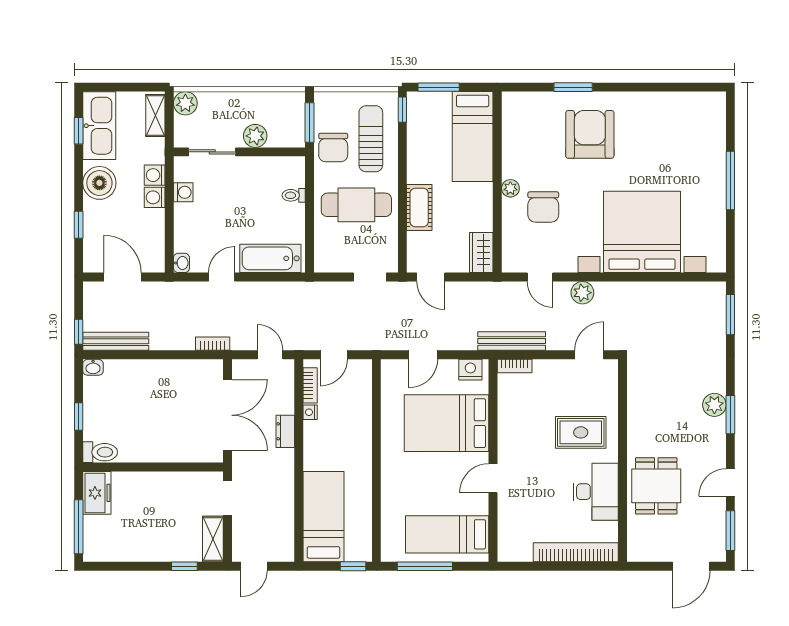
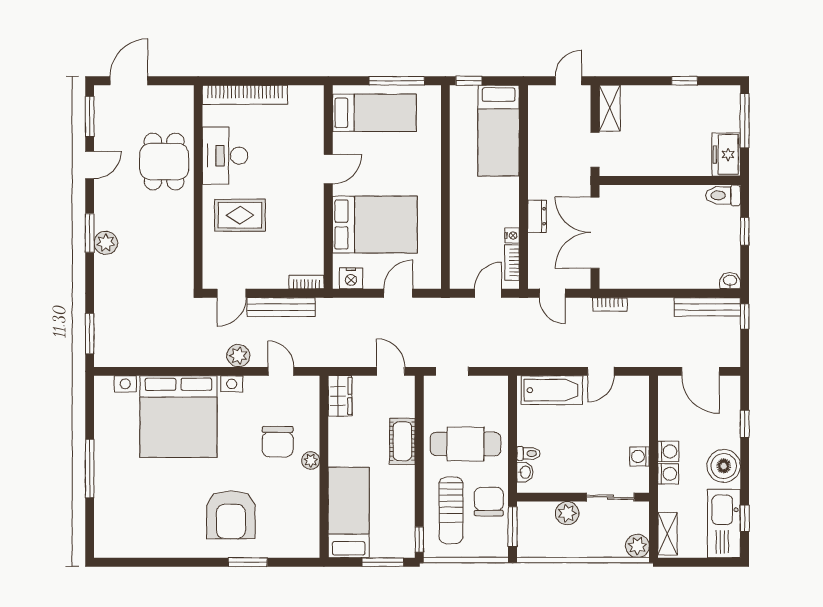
chair: (543, 207) -> (278, 442), turned 180
washbasin: (181, 263) -> (525, 472), moved, turned 180
bench: (512, 341) -> (281, 307), moved
window: (184, 566) -> (685, 81), moved

